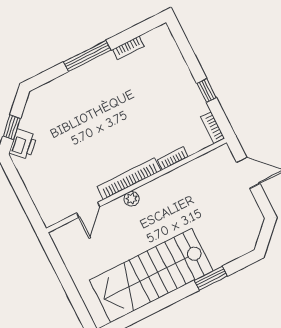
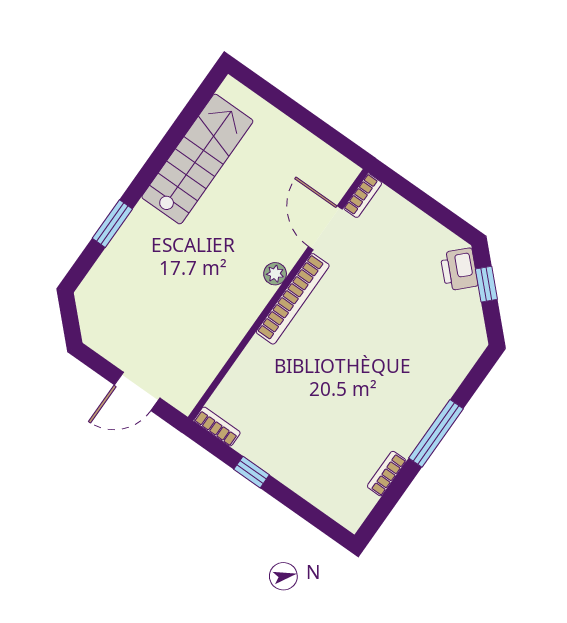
bookcase: (173, 158) -> (363, 196), moved
door: (88, 210) -> (325, 228), width x1.38
stairs: (151, 275) -> (197, 159), width x0.73, depth x0.66

